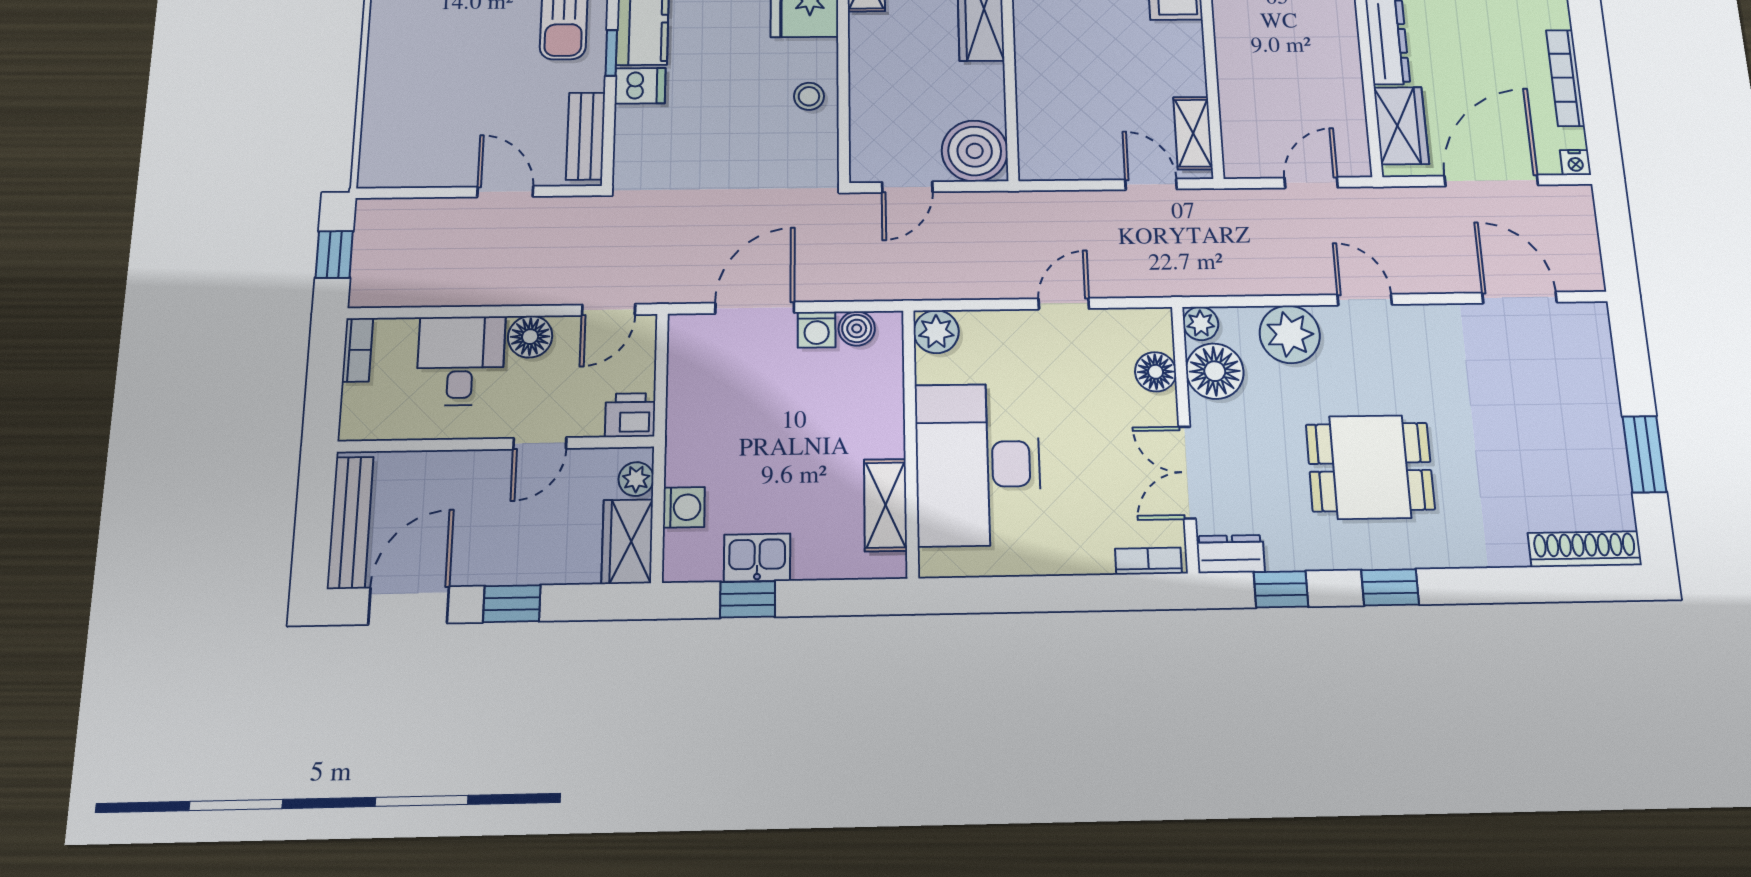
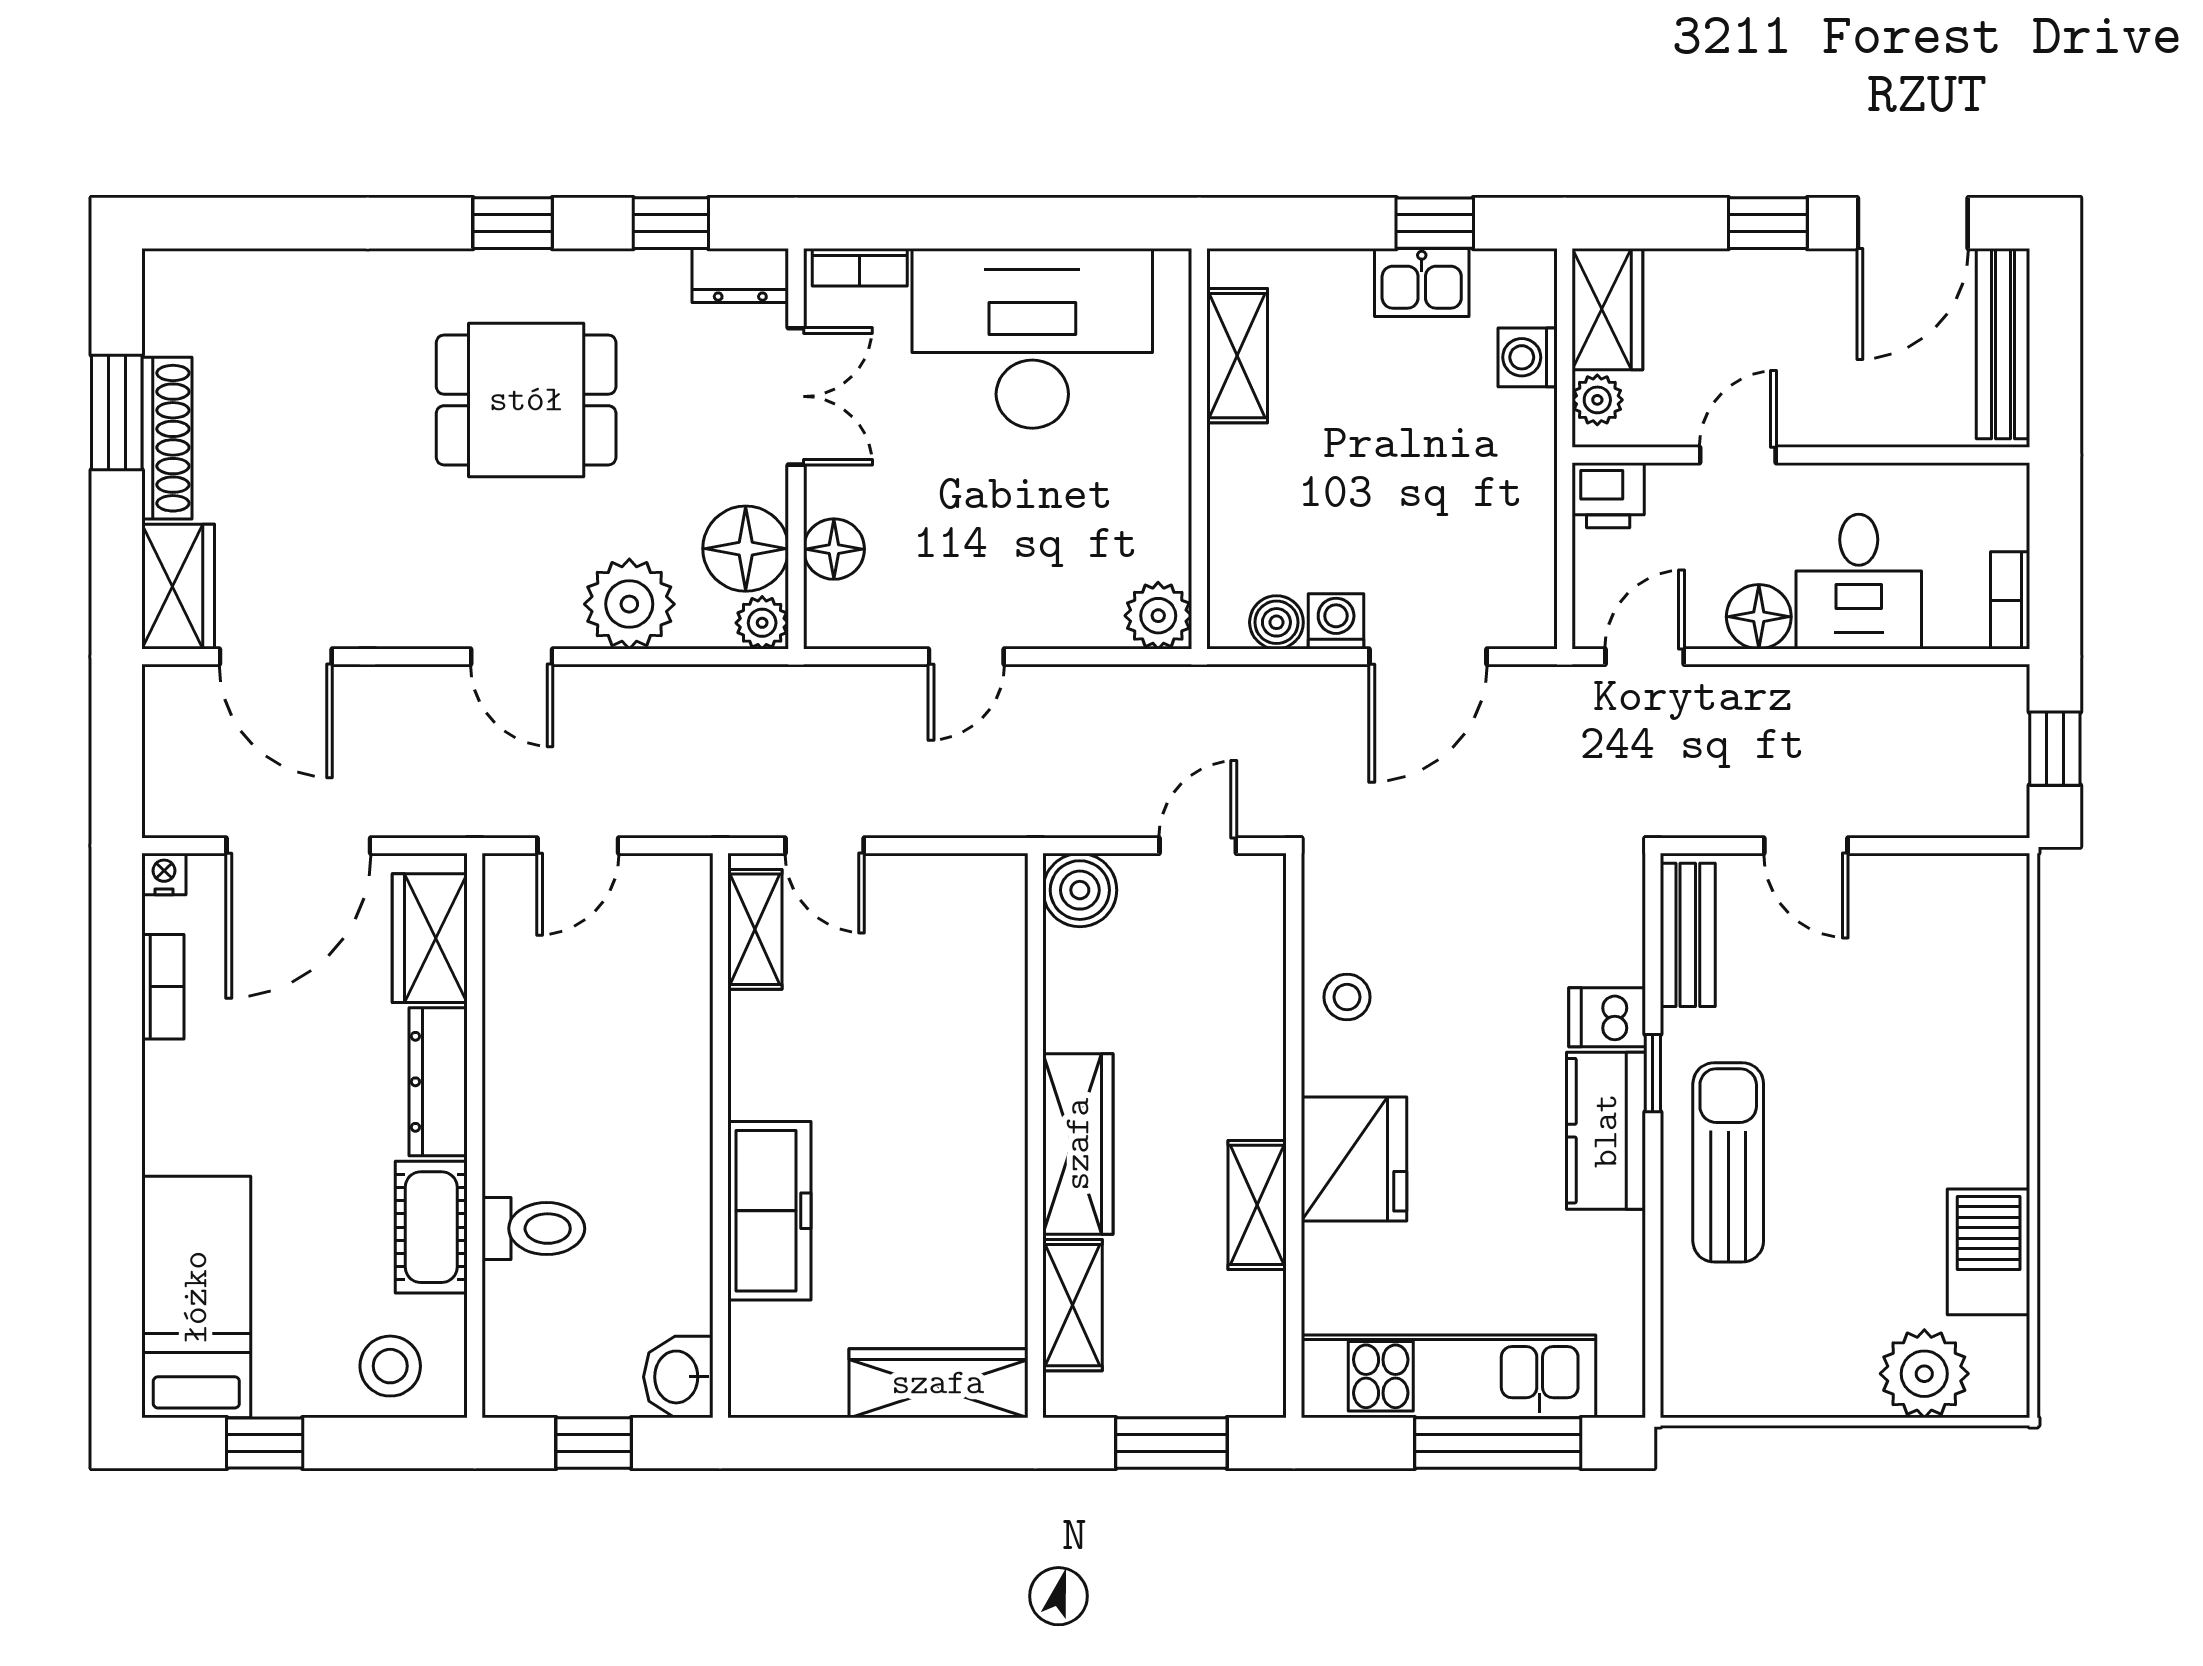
bookcase: (1565, 78) -> (163, 987), width x0.64
boiler: (975, 151) -> (1080, 890), width x0.73, depth x0.73
wardrobe: (1589, 341) -> (178, 587), added
desk: (978, 464) -> (1032, 338), moved, turned -90
shoe rack: (1585, 549) -> (167, 438), moved, turned -90

